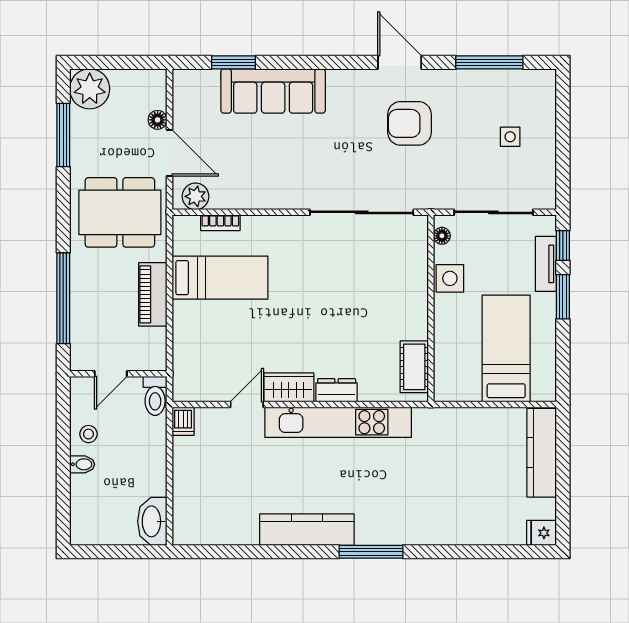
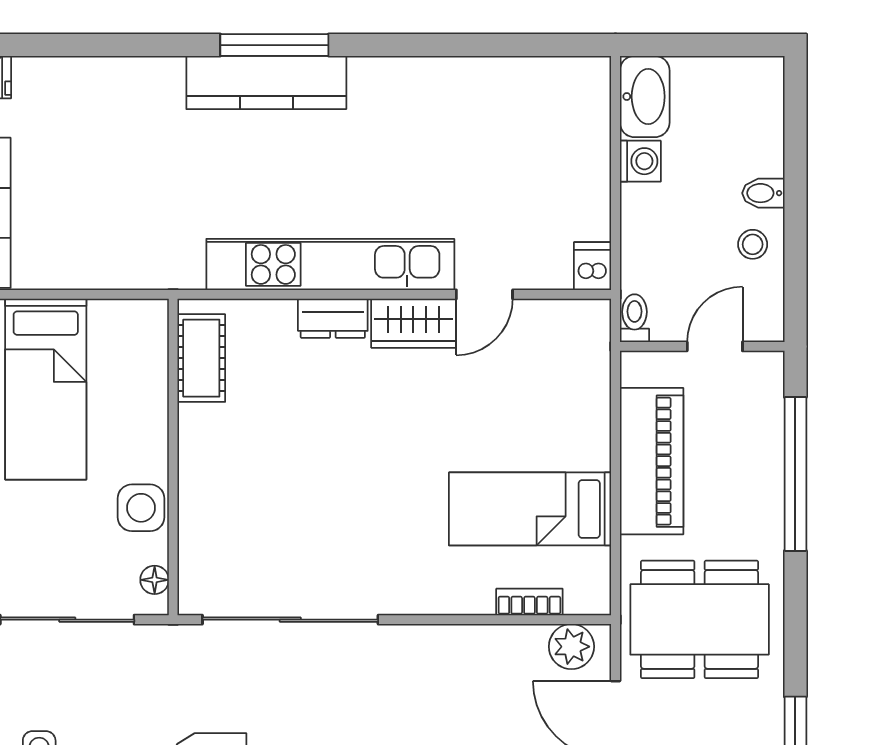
piano: (153, 294) -> (652, 461), width x1.37, depth x1.33
toilet: (155, 396) -> (634, 318), width x0.73, depth x0.72
washing machine: (155, 483) -> (640, 161), added
kitchen counter: (307, 530) -> (266, 83), moved

